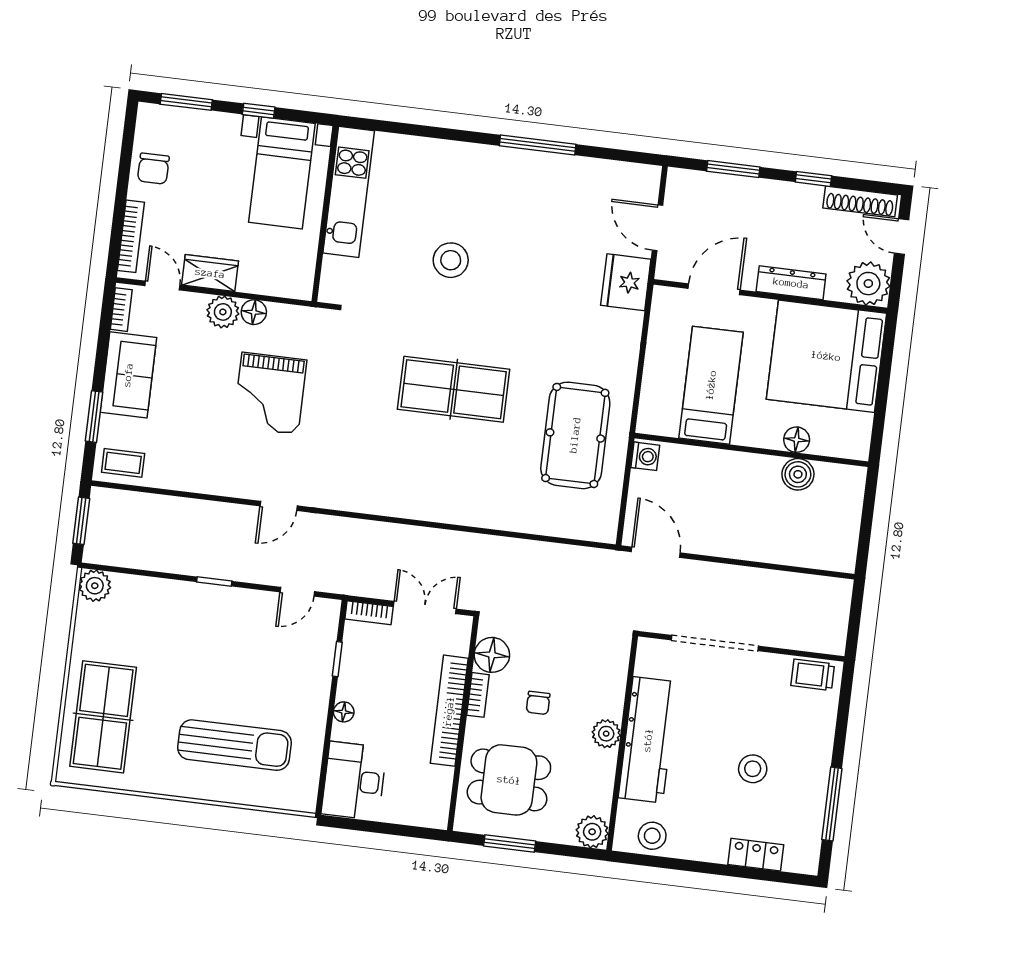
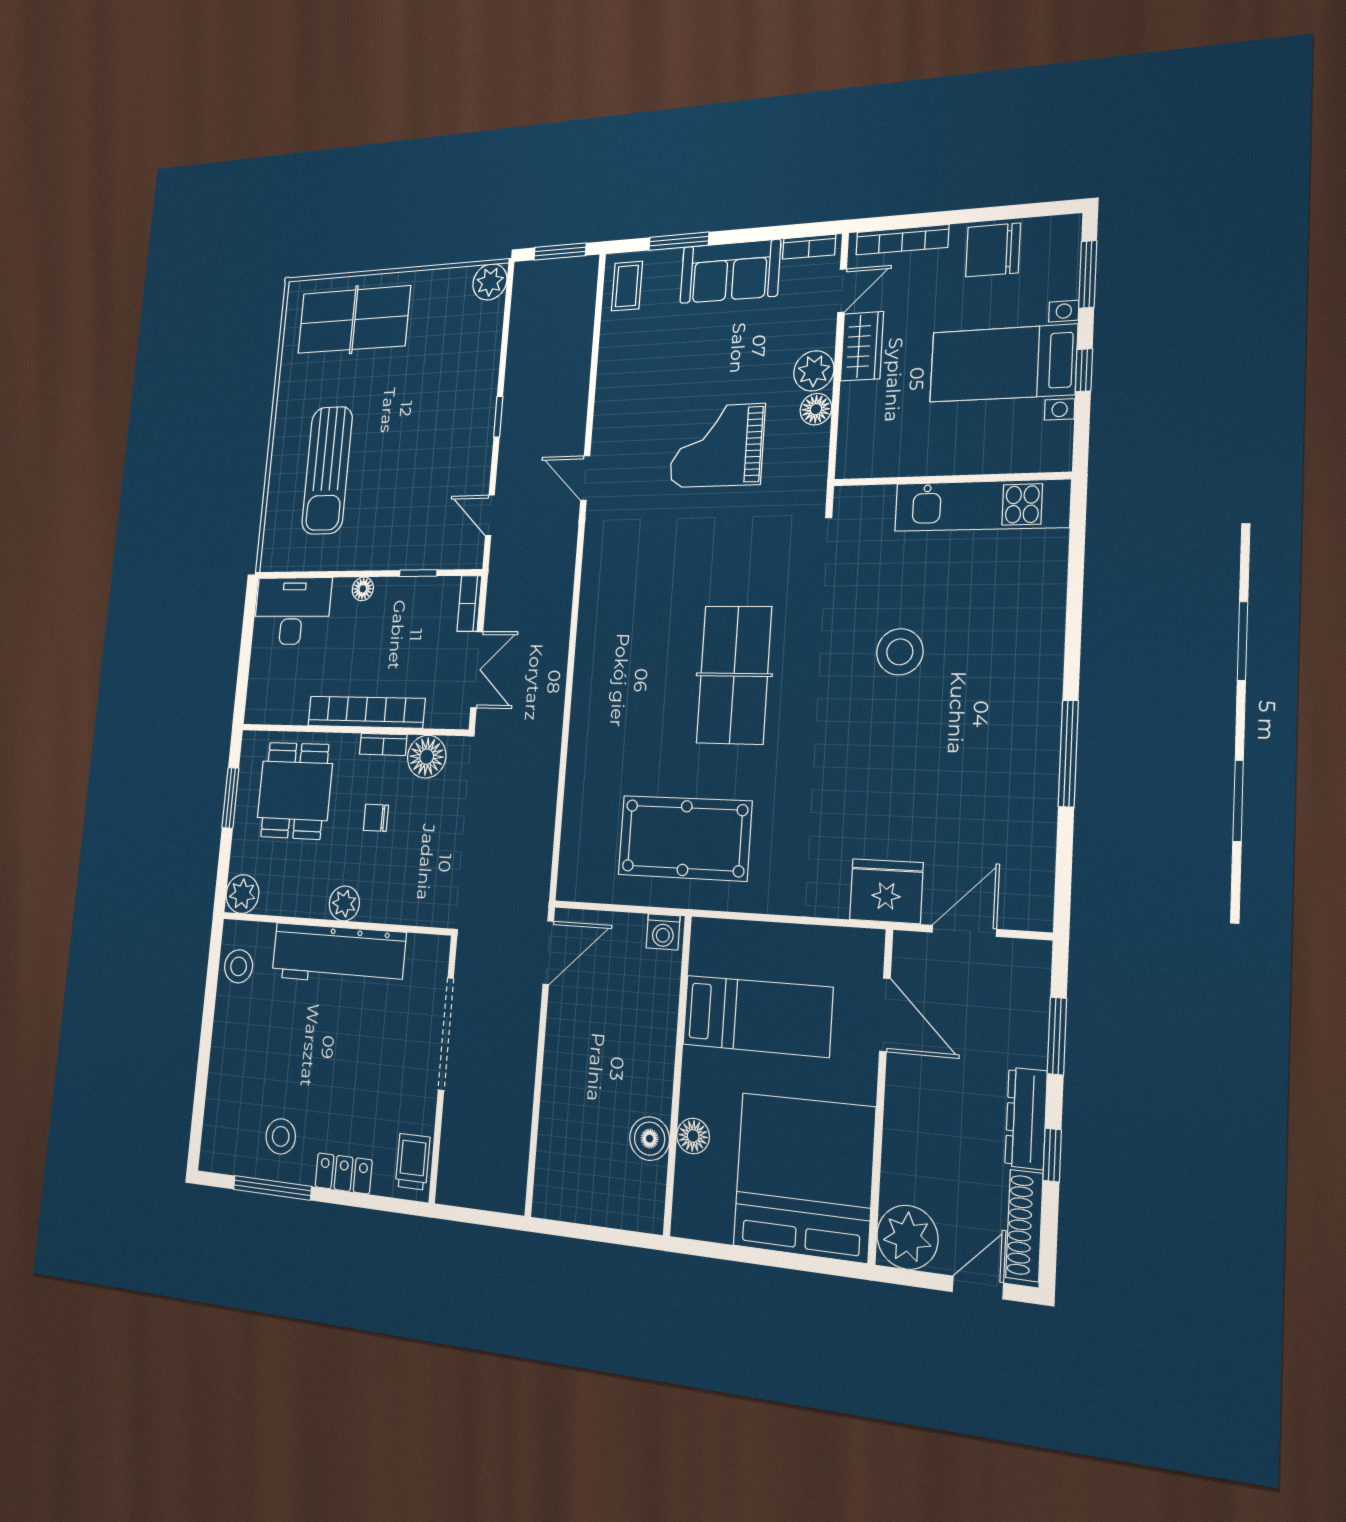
chair: (153, 169) -> (993, 250), width x1.37, depth x1.37
bed with nightstands: (282, 173) -> (1003, 363), moved
dresser: (791, 283) -> (1026, 1118), moved, turned 180
stool: (753, 769) -> (281, 1136), moved
locker: (756, 855) -> (344, 1173), moved, turned -90

